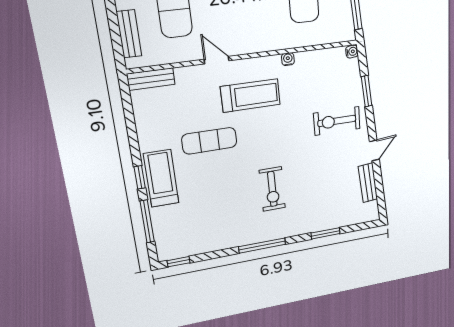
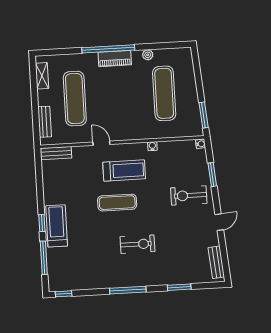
exercise mat: (209, 141) -> (117, 203), moved
bench: (368, 183) -> (216, 262), moved
exercise bike: (272, 189) -> (137, 244), turned -90

